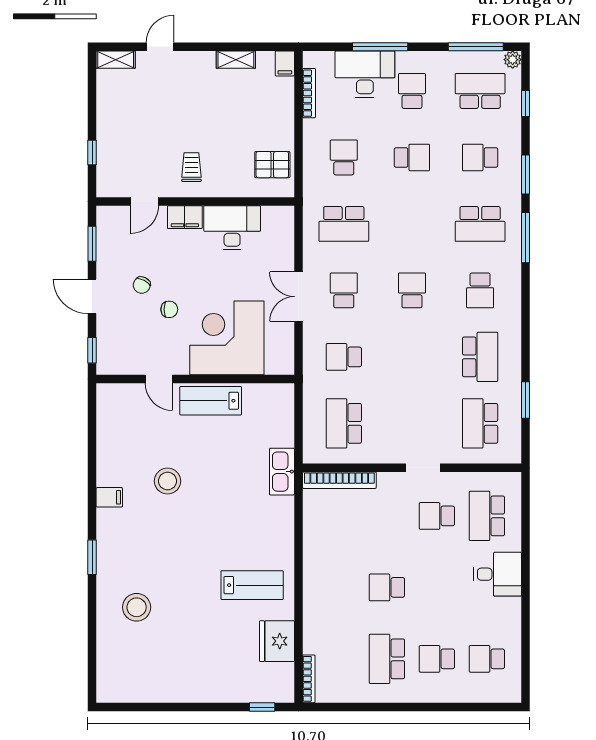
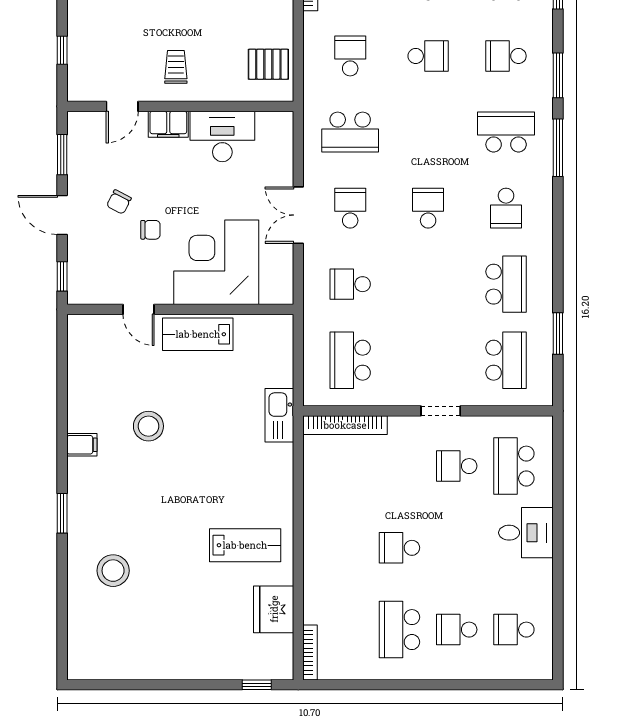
school desk: (480, 224) -> (506, 132), turned 180
school desk: (480, 423) -> (506, 360), turned 180

